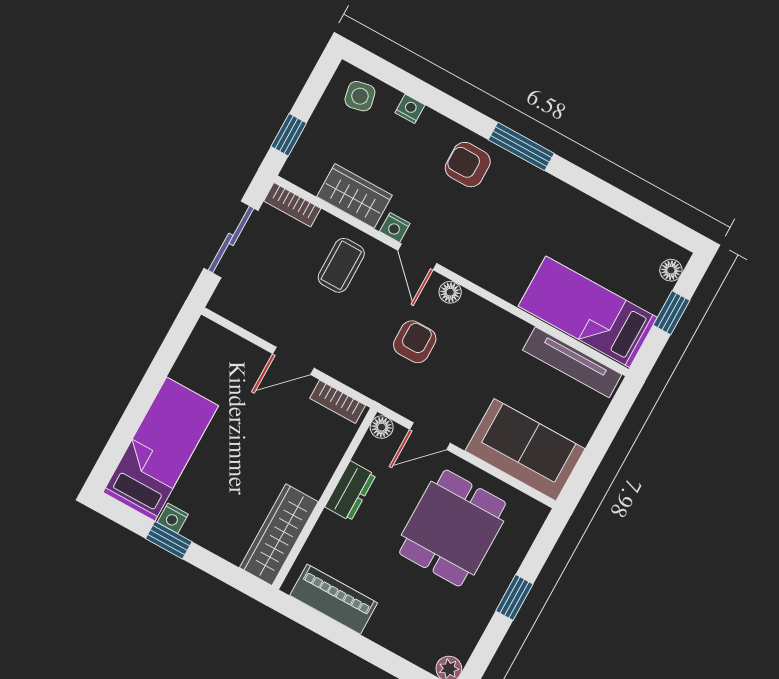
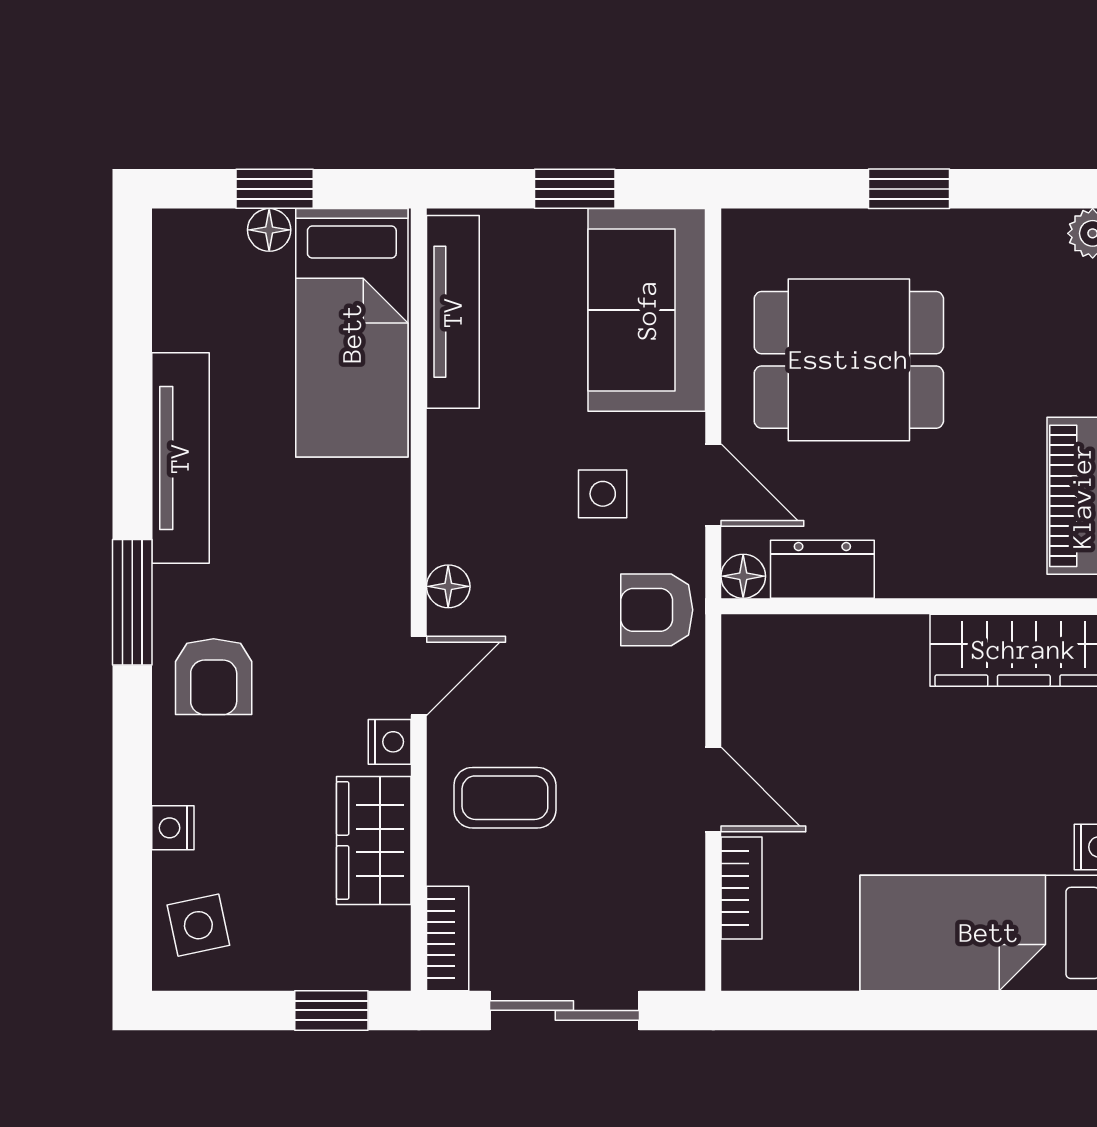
tv unit: (574, 204) -> (180, 458), added
floor lamp: (671, 270) -> (269, 230), moved
armchair: (415, 342) -> (657, 610), moved
side table: (453, 384) -> (603, 494), added
bookcase: (338, 402) -> (741, 888), moved
window: (597, 447) -> (575, 189), added
dresser: (350, 491) -> (822, 569), moved

